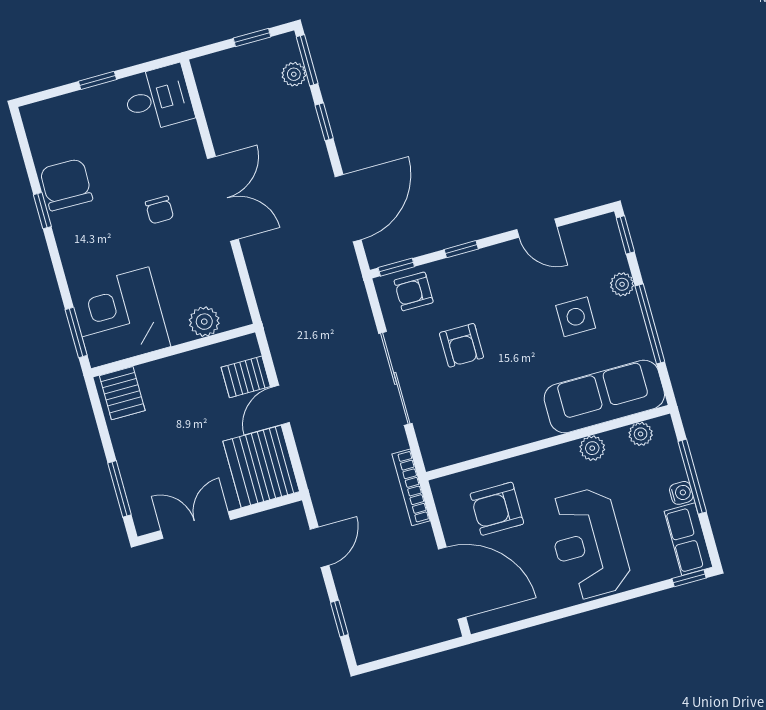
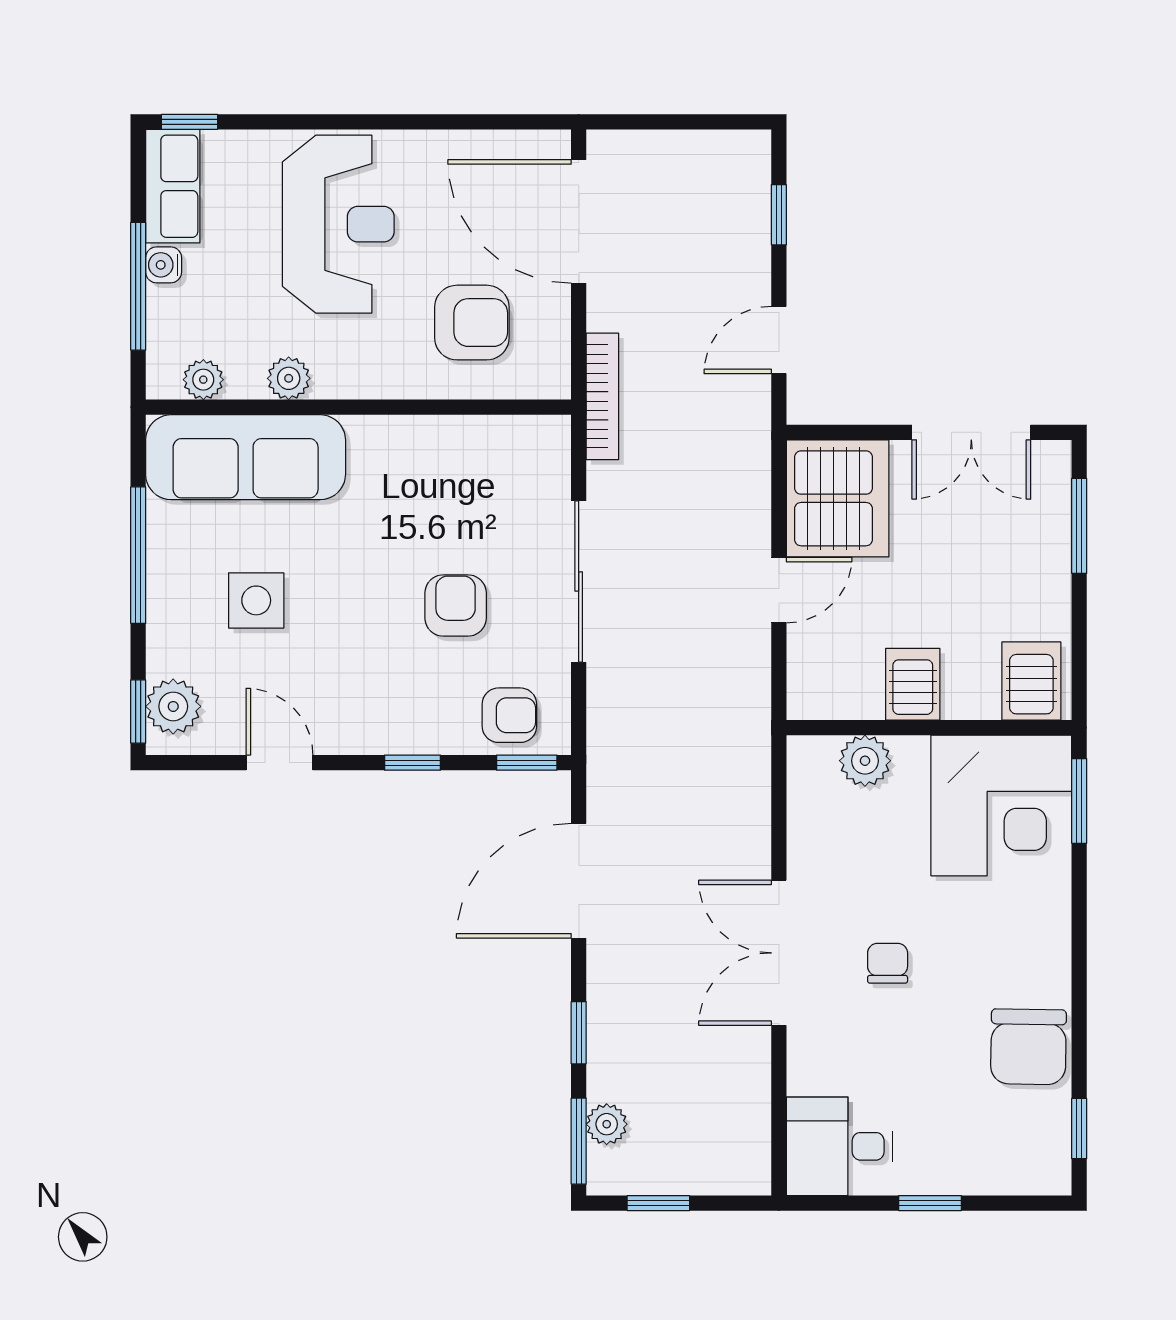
window: (42, 211) -> (1079, 1129), moved
plant: (622, 284) -> (173, 706), moved, width x1.38, depth x1.38
server rack: (246, 377) -> (913, 684), moved, turned -90

